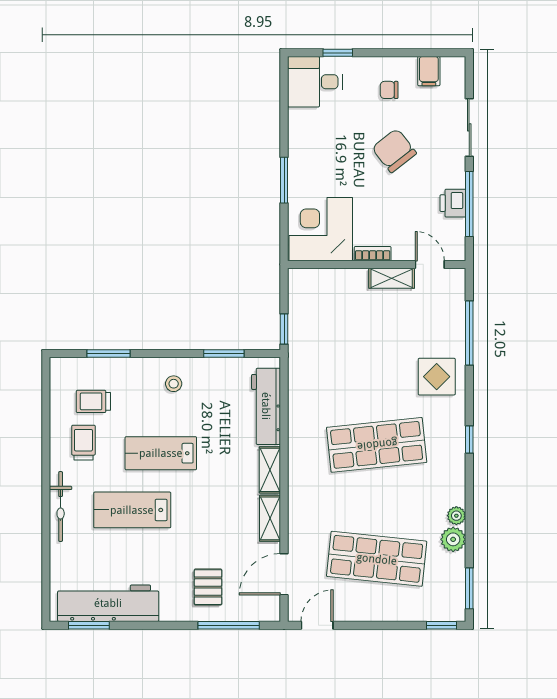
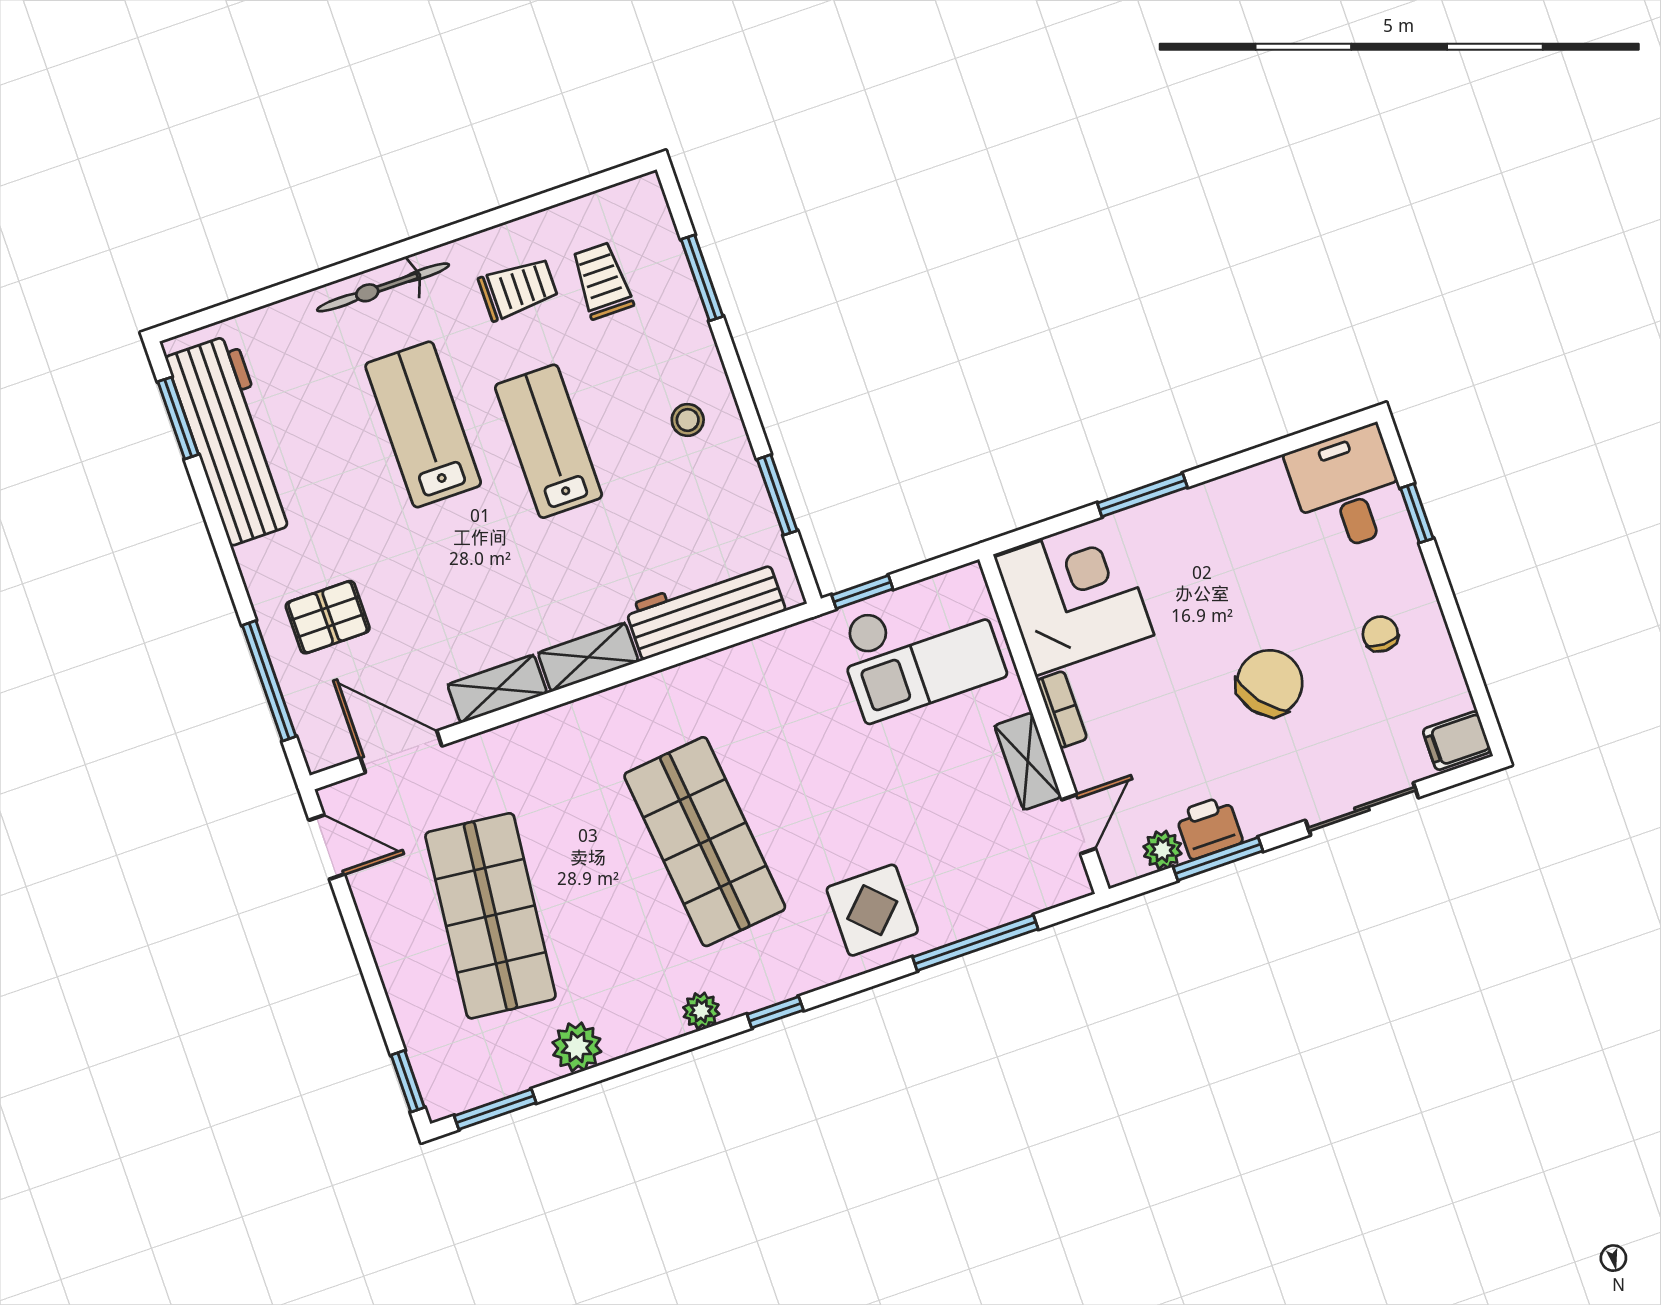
filing cabinet: (429, 71) -> (1457, 741), moved
window: (469, 204) -> (1218, 859), width x0.69
plant: (456, 229) -> (1163, 850), added
checkout: (321, 311) -> (920, 651), added
plant: (456, 516) -> (701, 1011), moved

